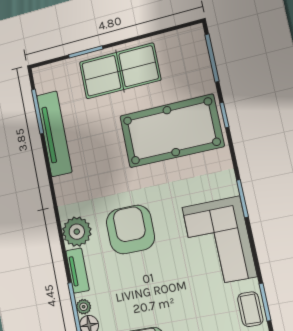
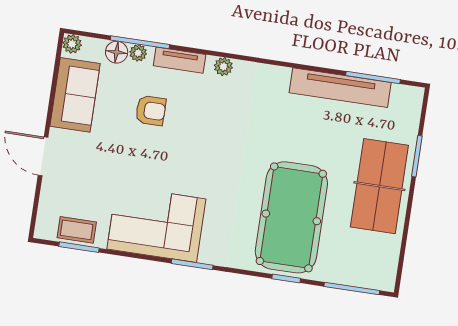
armchair: (130, 230) -> (151, 111), moved, width x0.53, depth x0.53
plant: (77, 232) -> (223, 67), width x0.53, depth x0.53

